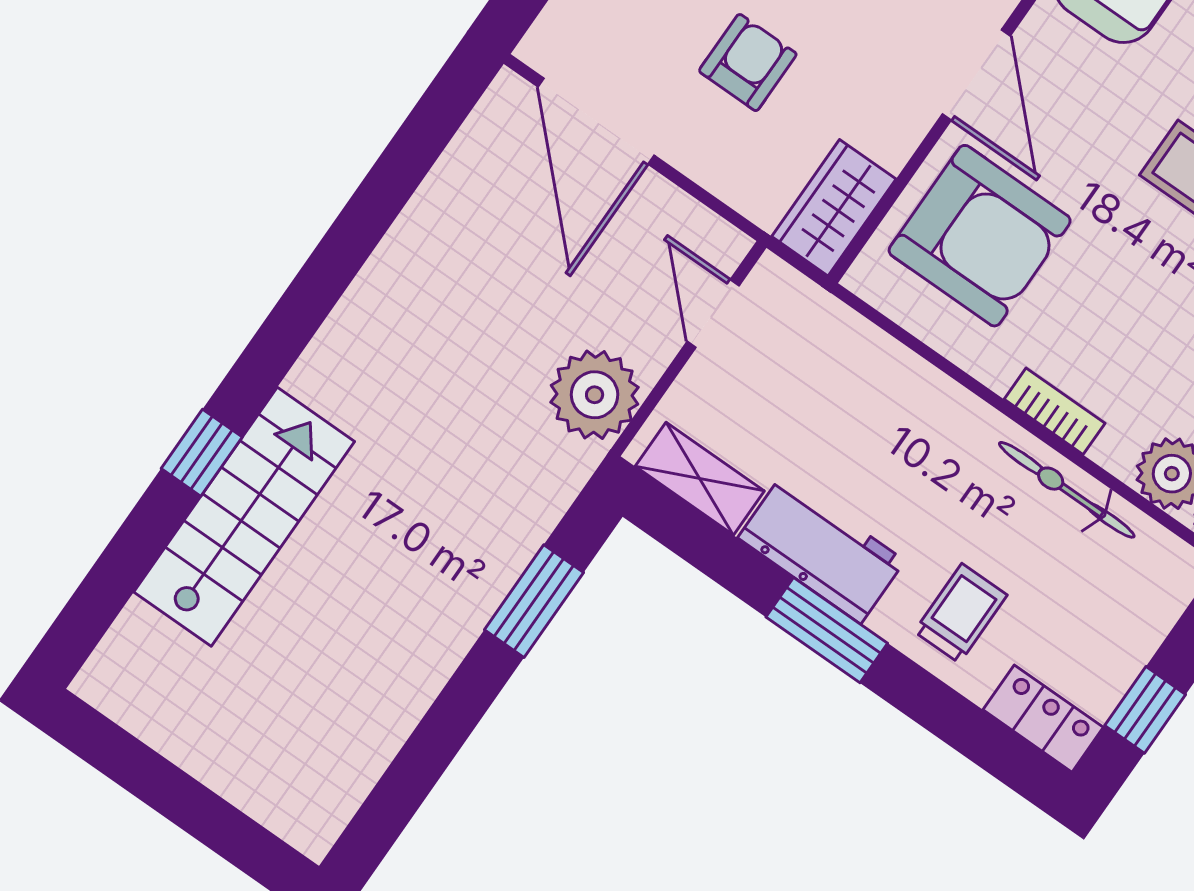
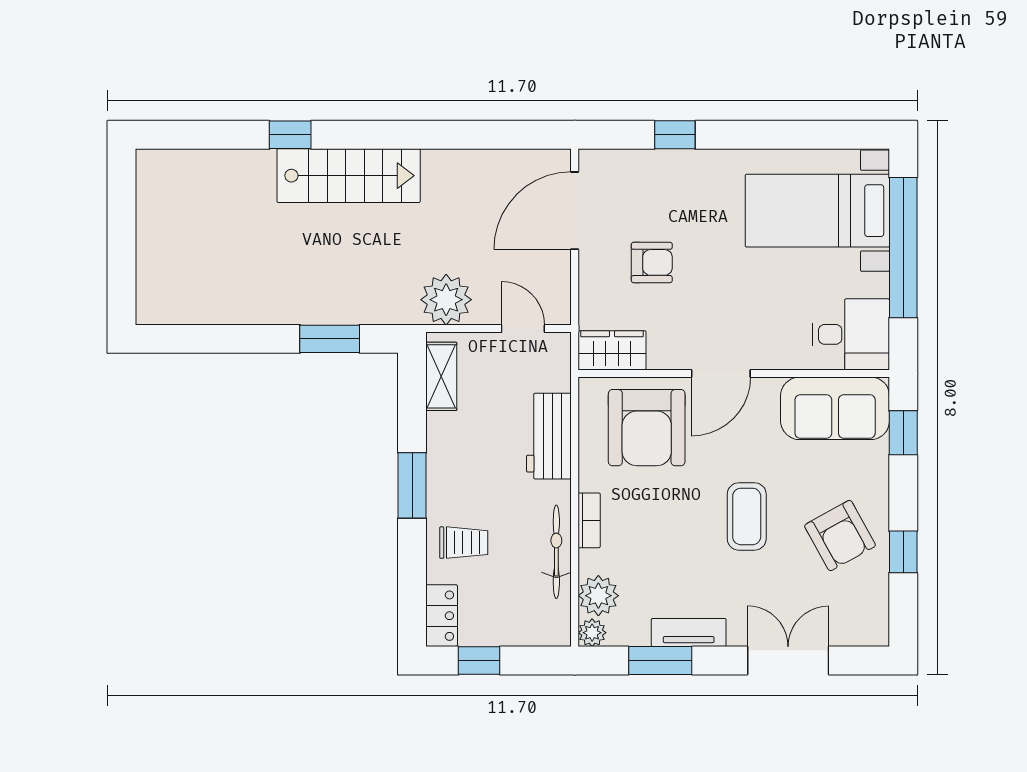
door: (713, 314) -> (523, 329), hinge flipped
stairs: (244, 517) -> (349, 176), moved
workbench: (821, 549) -> (549, 436), moved, turned 180

